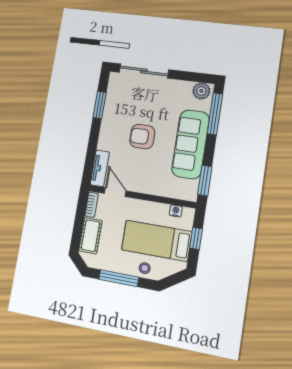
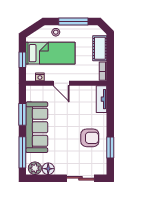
sliding door: (144, 71) -> (80, 178), width x0.73
floor lamp: (184, 88) -> (48, 169), added
armchair: (142, 137) -> (90, 138), moved
window: (205, 181) -> (22, 114), moved
door: (115, 192) -> (61, 83), moved

